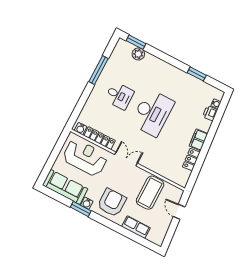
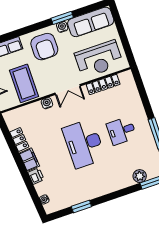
printer: (210, 113) -> (36, 176), moved
water cooler: (81, 129) -> (47, 103), moved

